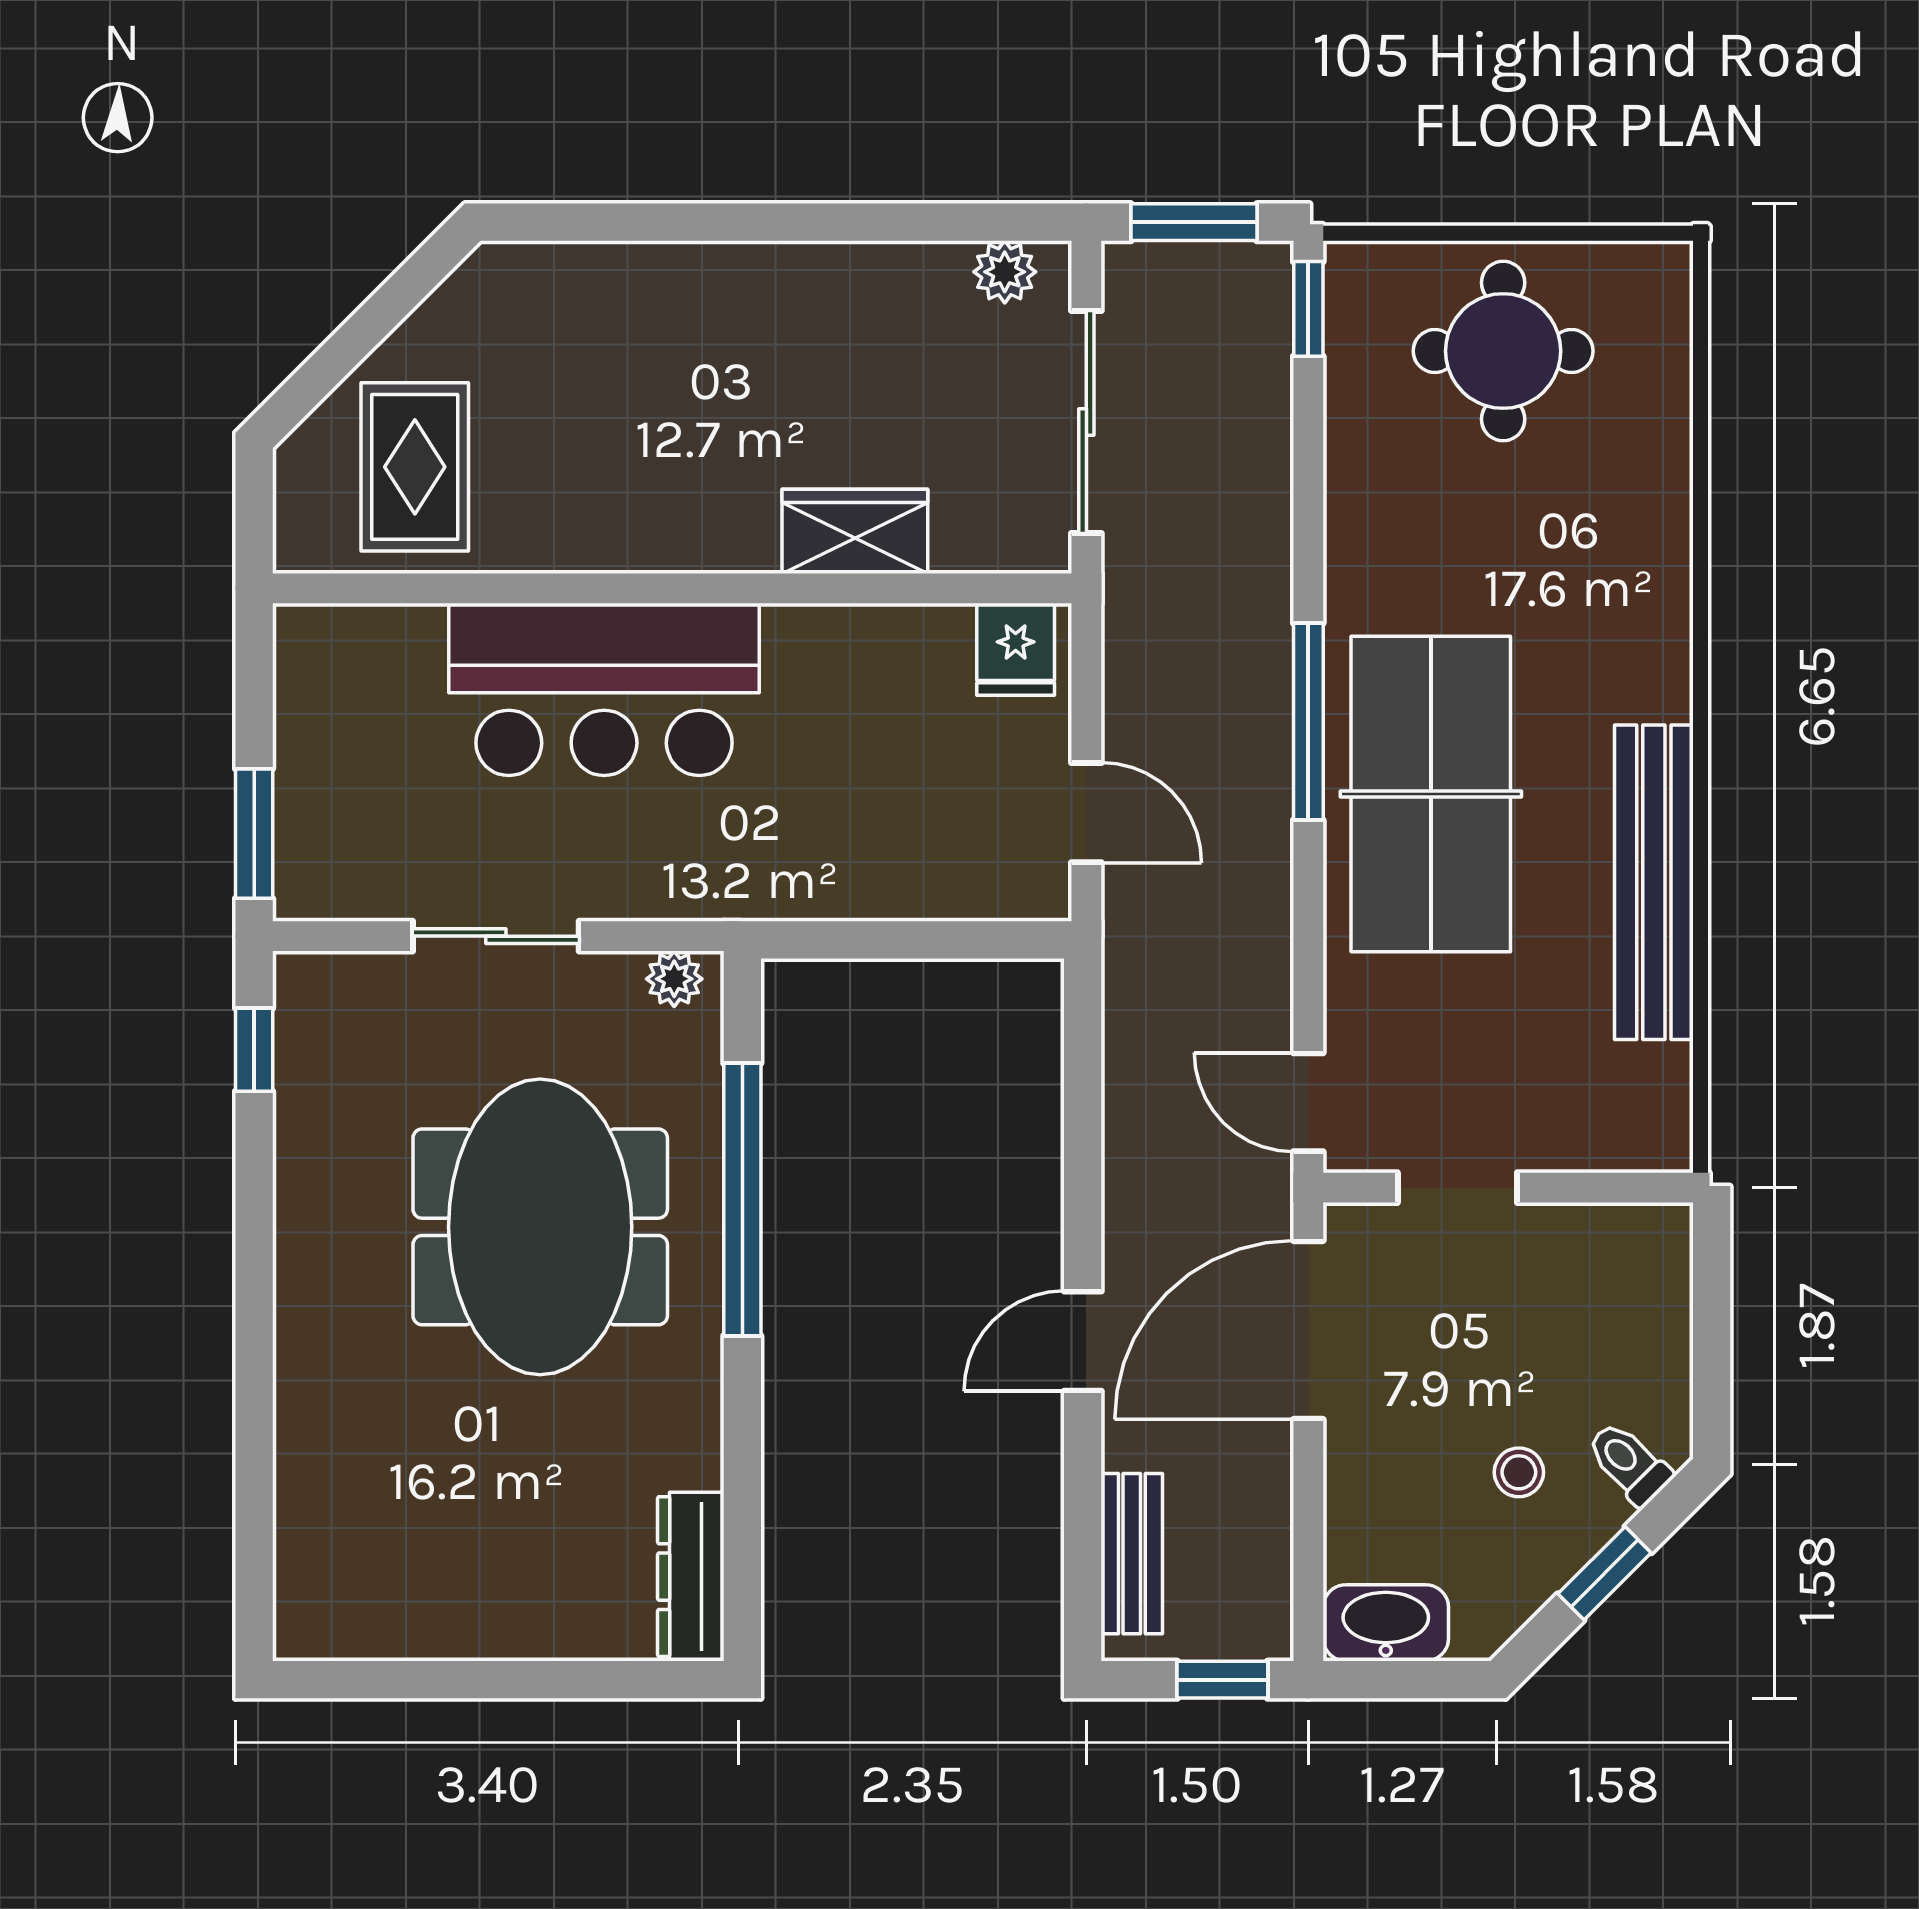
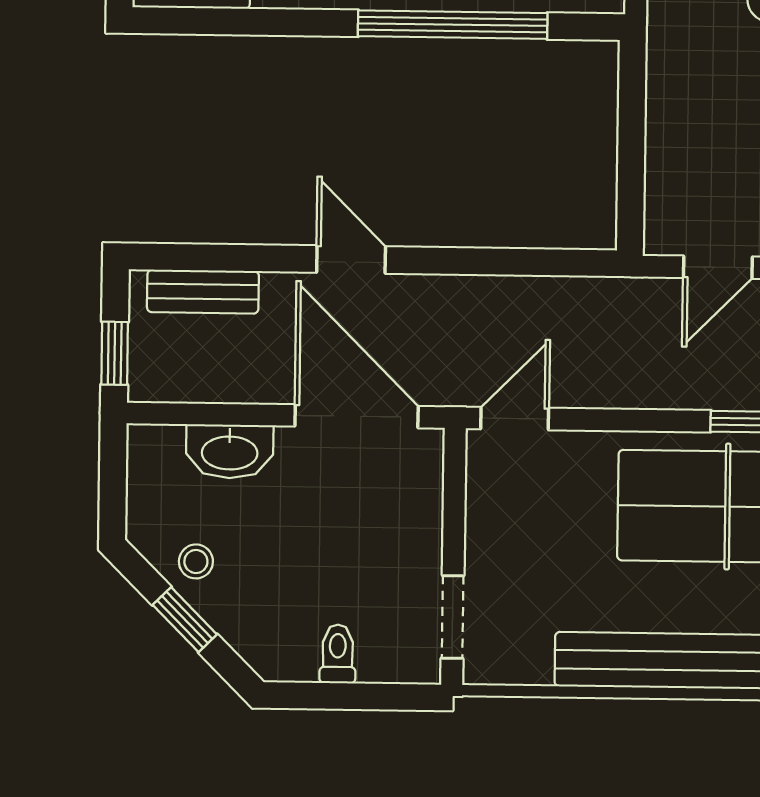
doorway: (1457, 1188) -> (453, 617), moved
toilet: (1629, 1463) -> (338, 654), moved, turned -45
stool: (1519, 1472) -> (196, 561), moved
washbasin: (1386, 1623) -> (230, 451), moved, turned 90

